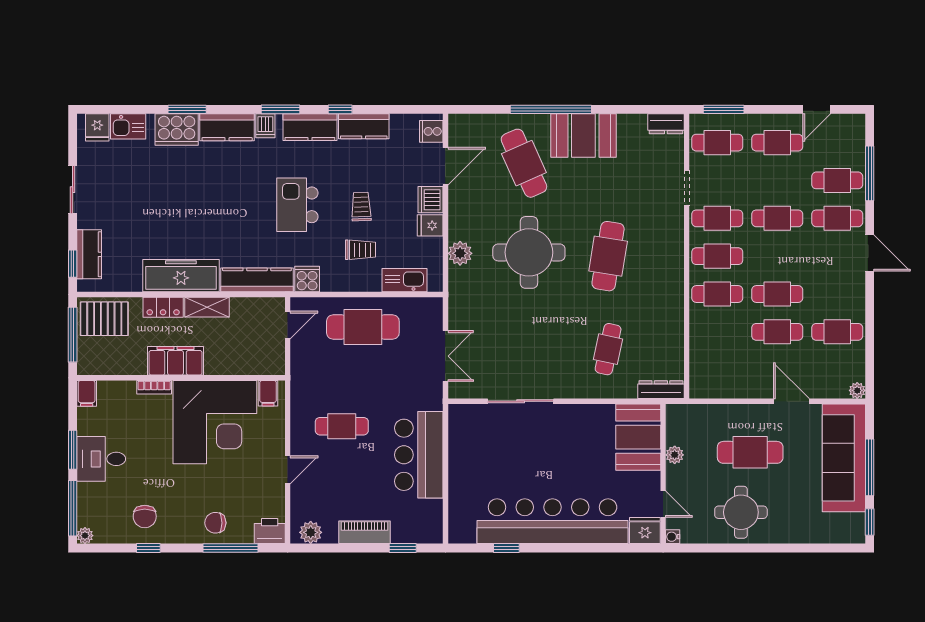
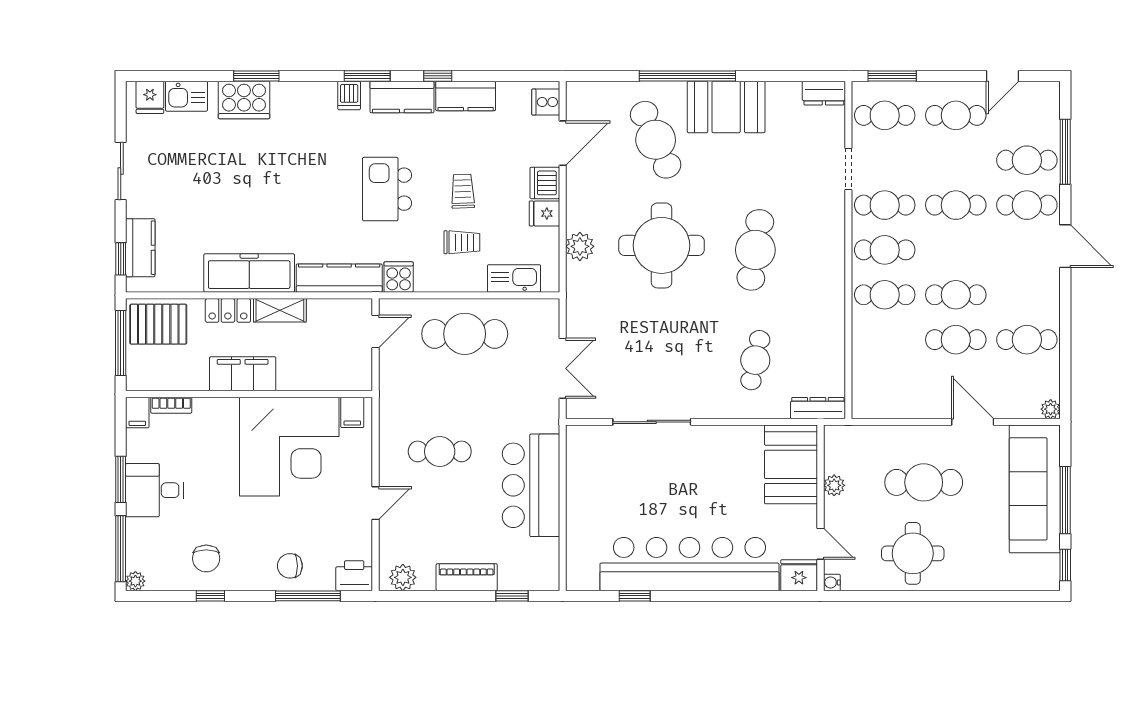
kitchen counter: (227, 127) -> (304, 97), removed
bookcase: (154, 387) -> (171, 405), moved

